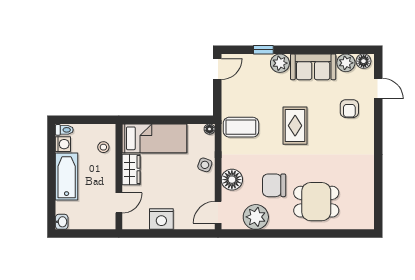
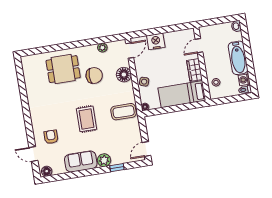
plant: (346, 63) -> (59, 168), removed
plant: (256, 217) -> (102, 48), width x0.53, depth x0.53
nightstand: (161, 219) -> (156, 41), moved

